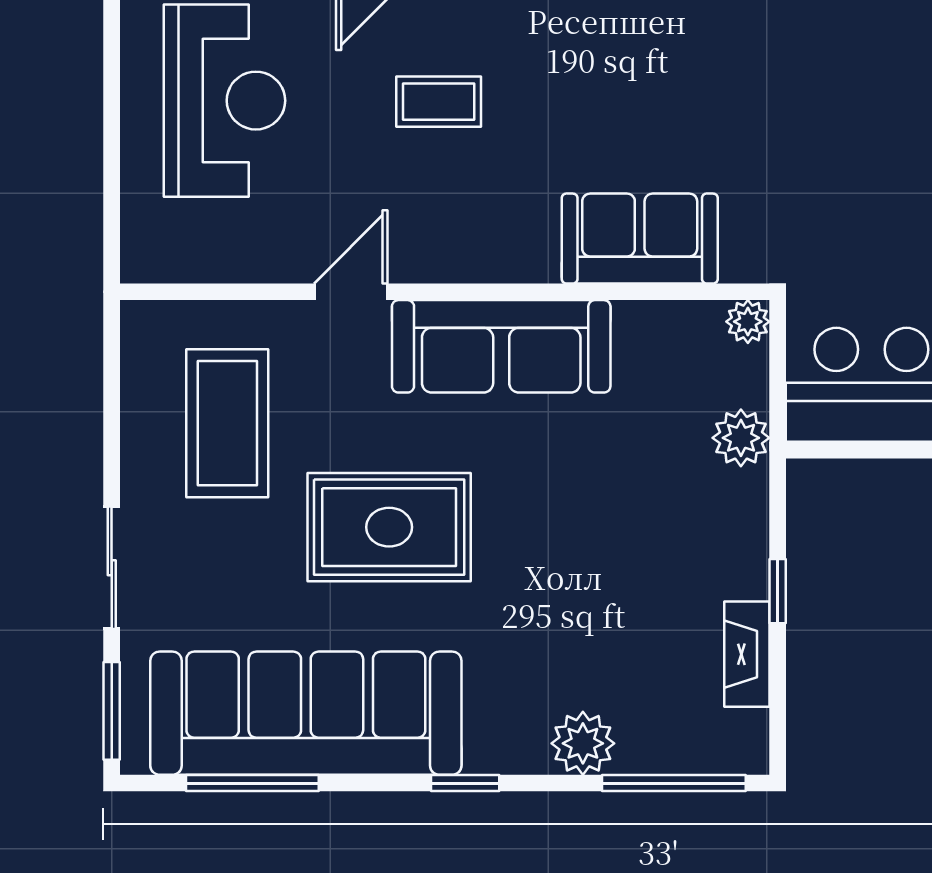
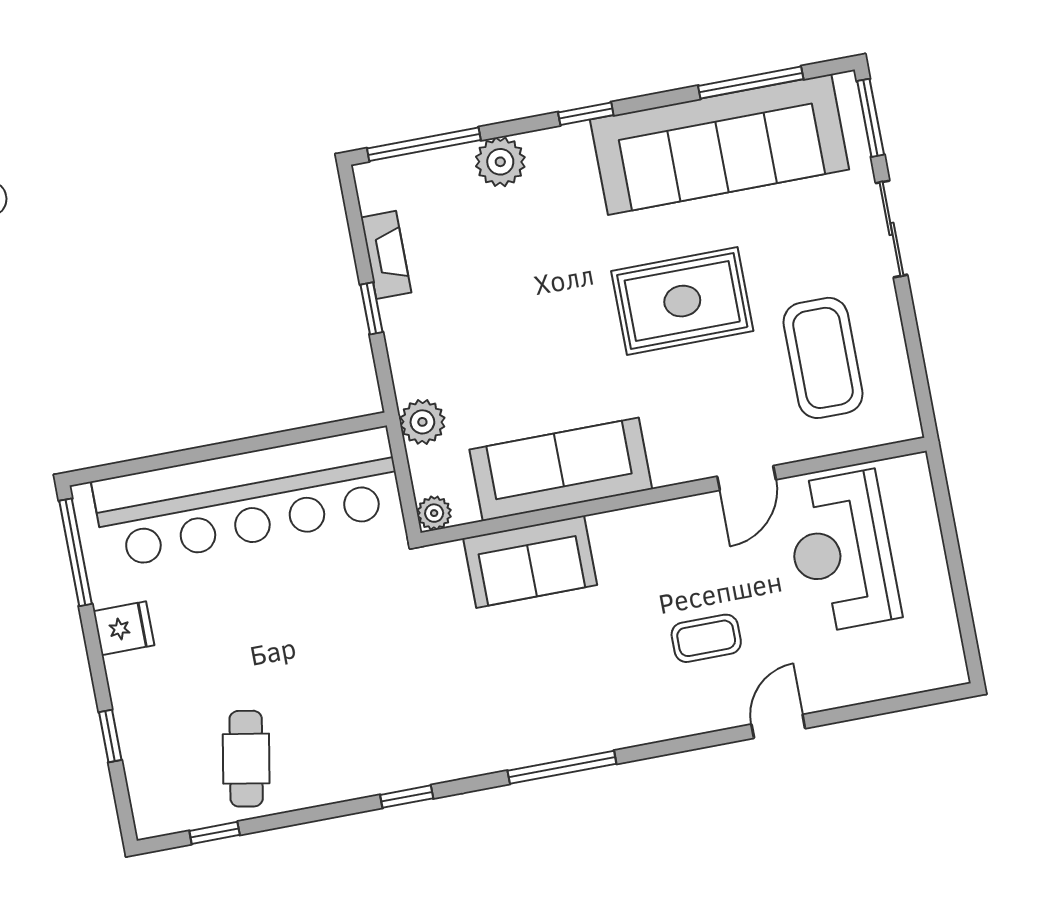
reception desk: (224, 101) -> (842, 552), moved
sofa: (501, 346) -> (561, 469), moved

